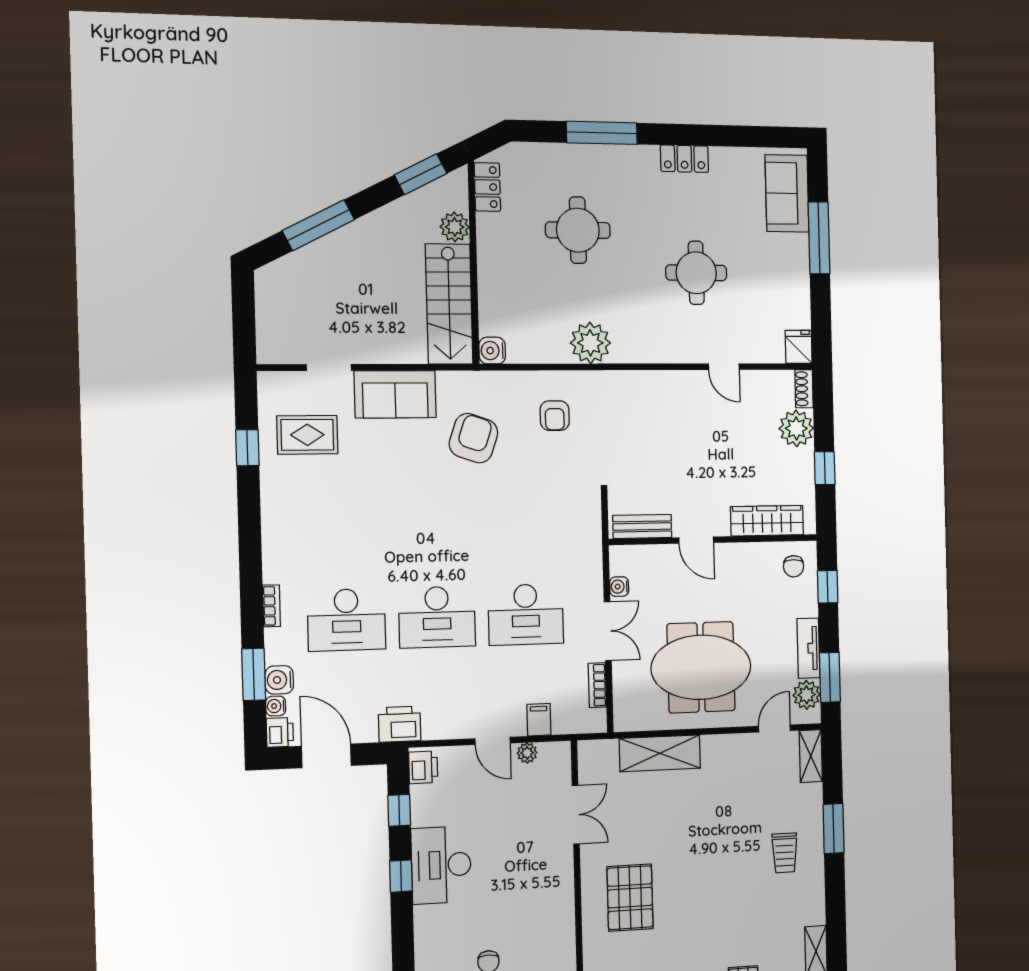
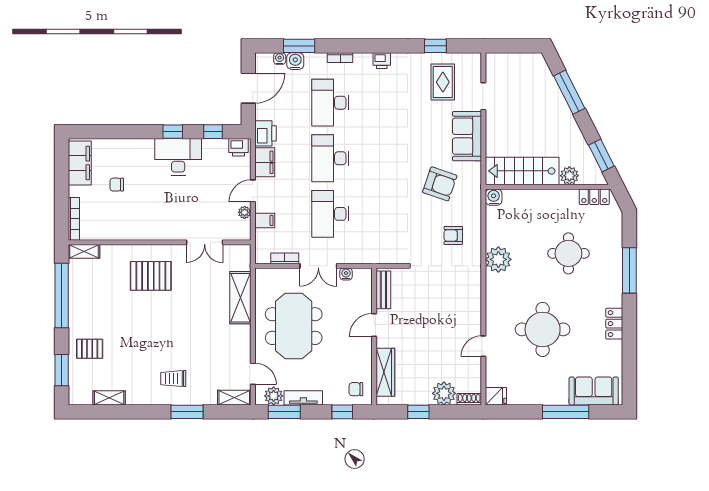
round table: (696, 273) -> (543, 329), width x1.36, depth x1.36
filing cabinet: (446, 724) -> (265, 162), added
printer: (280, 732) -> (382, 61), moved

